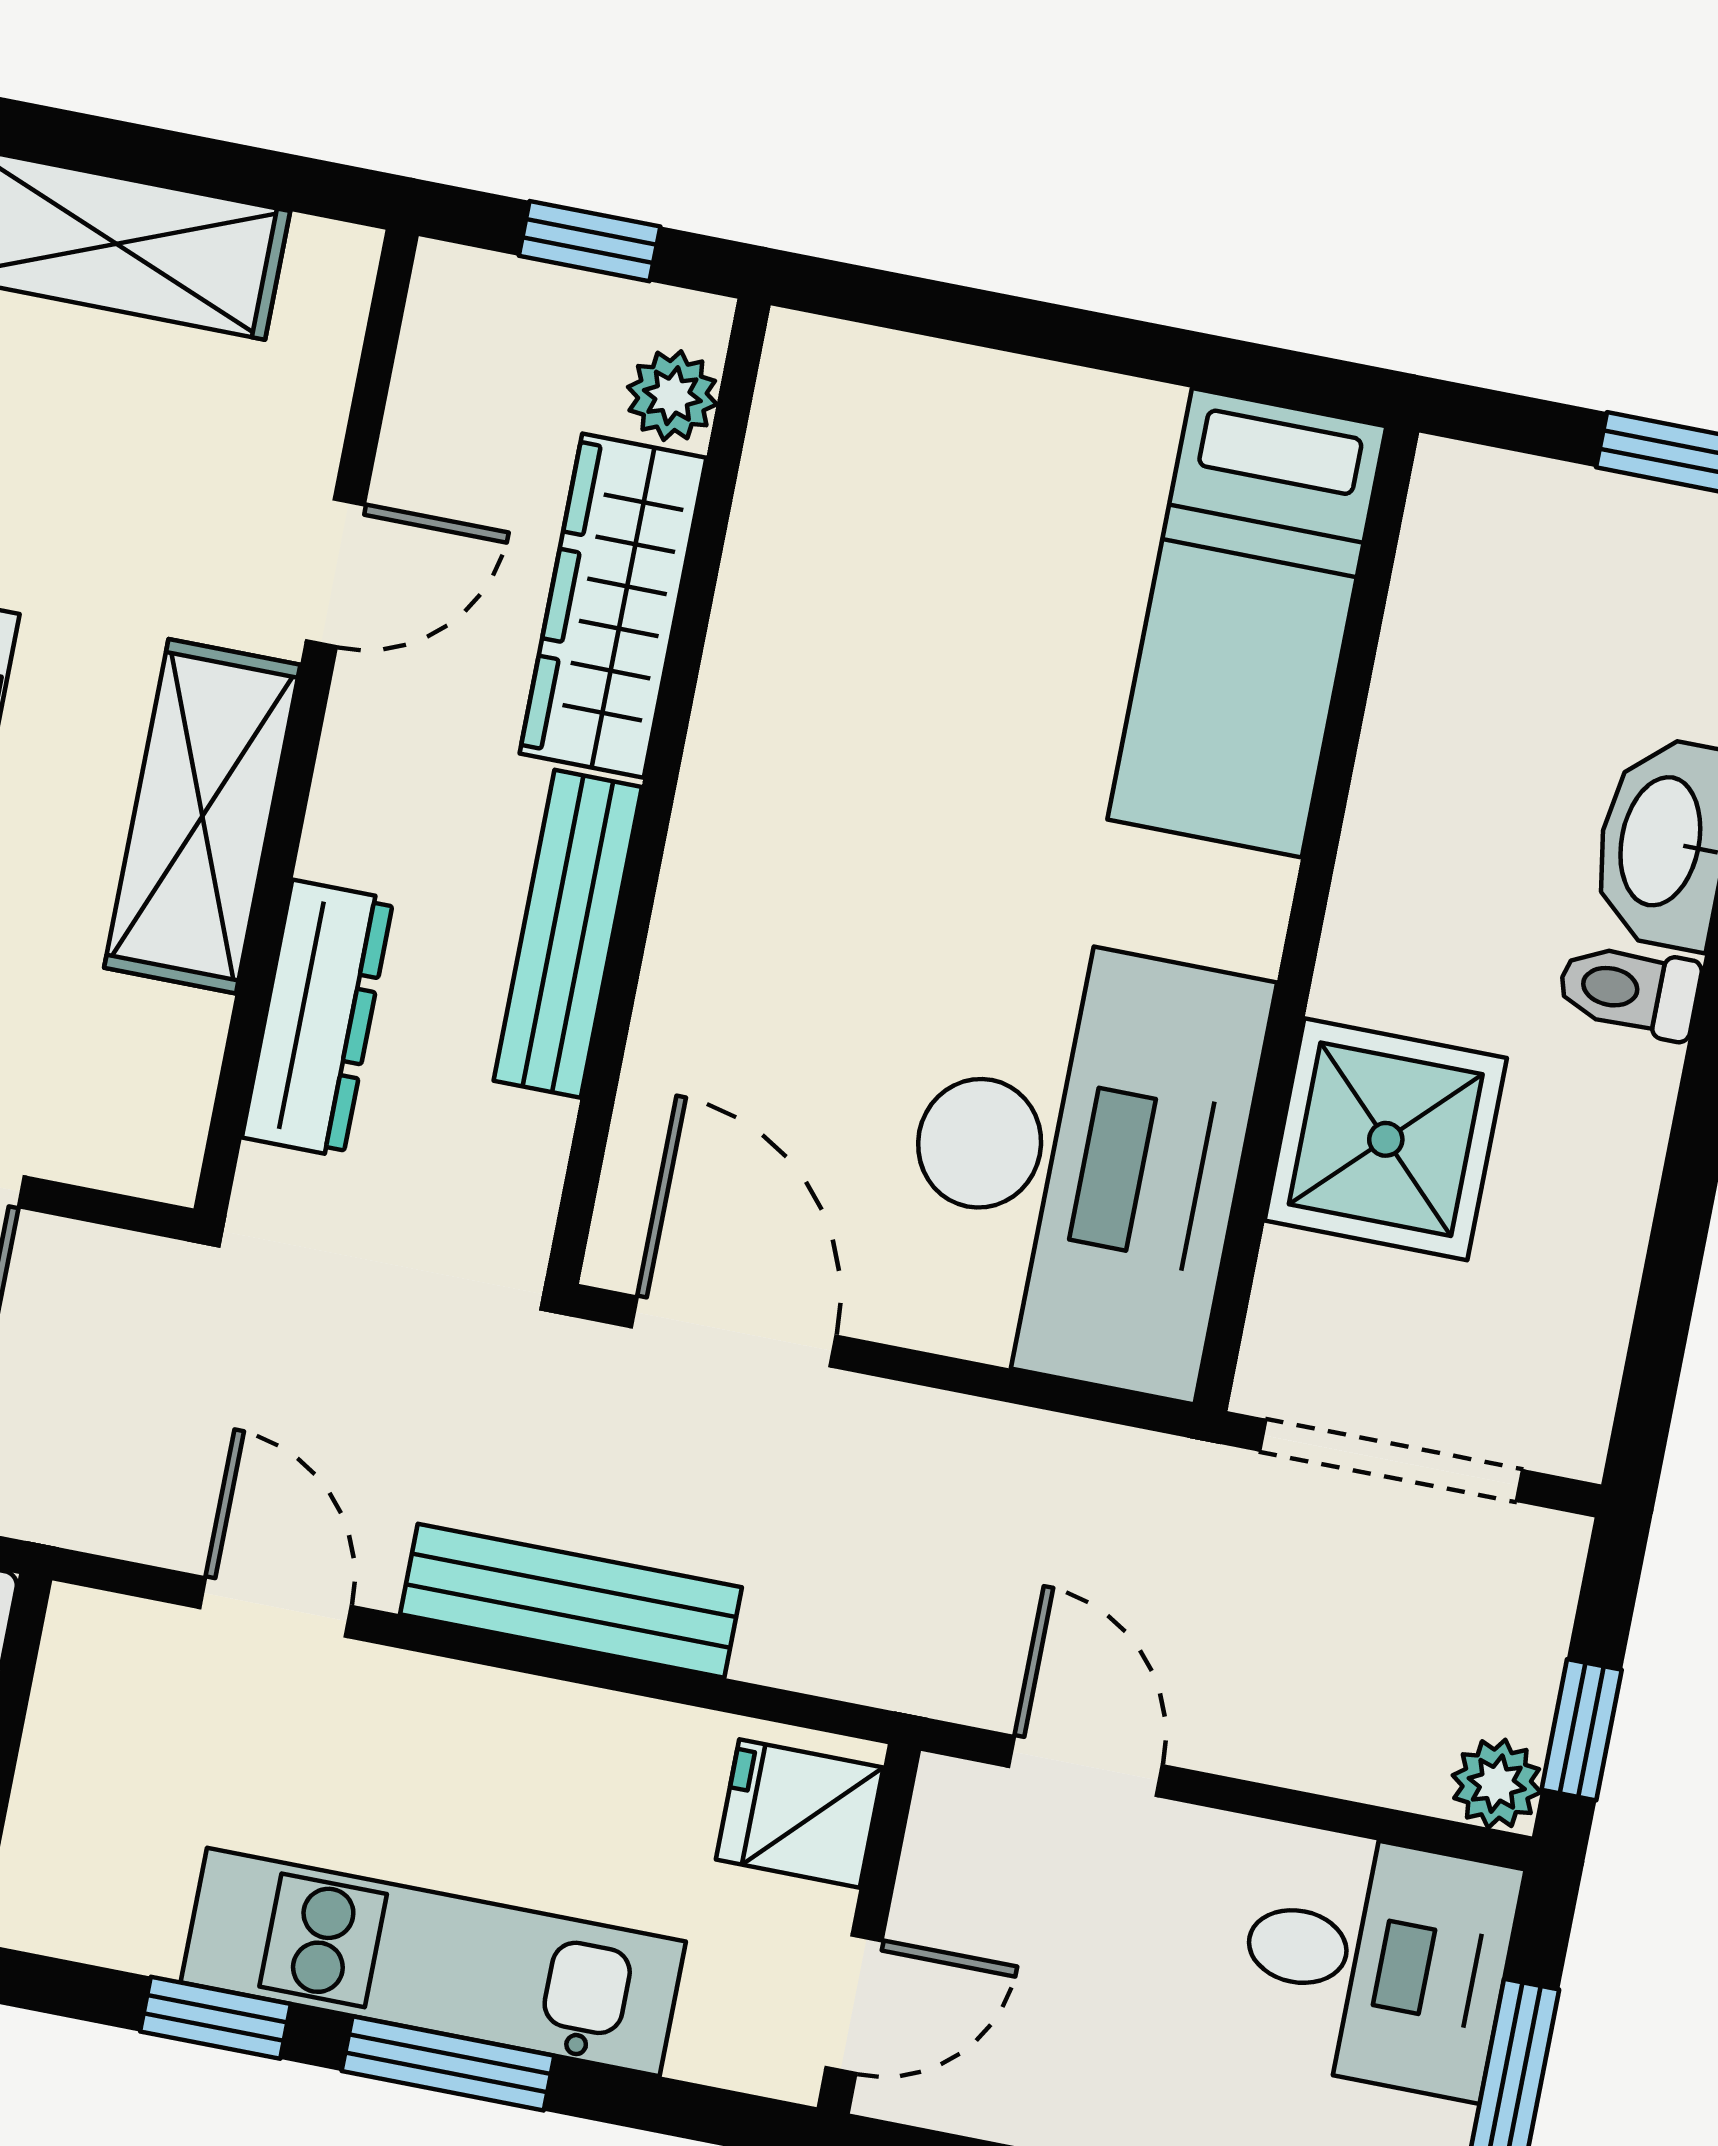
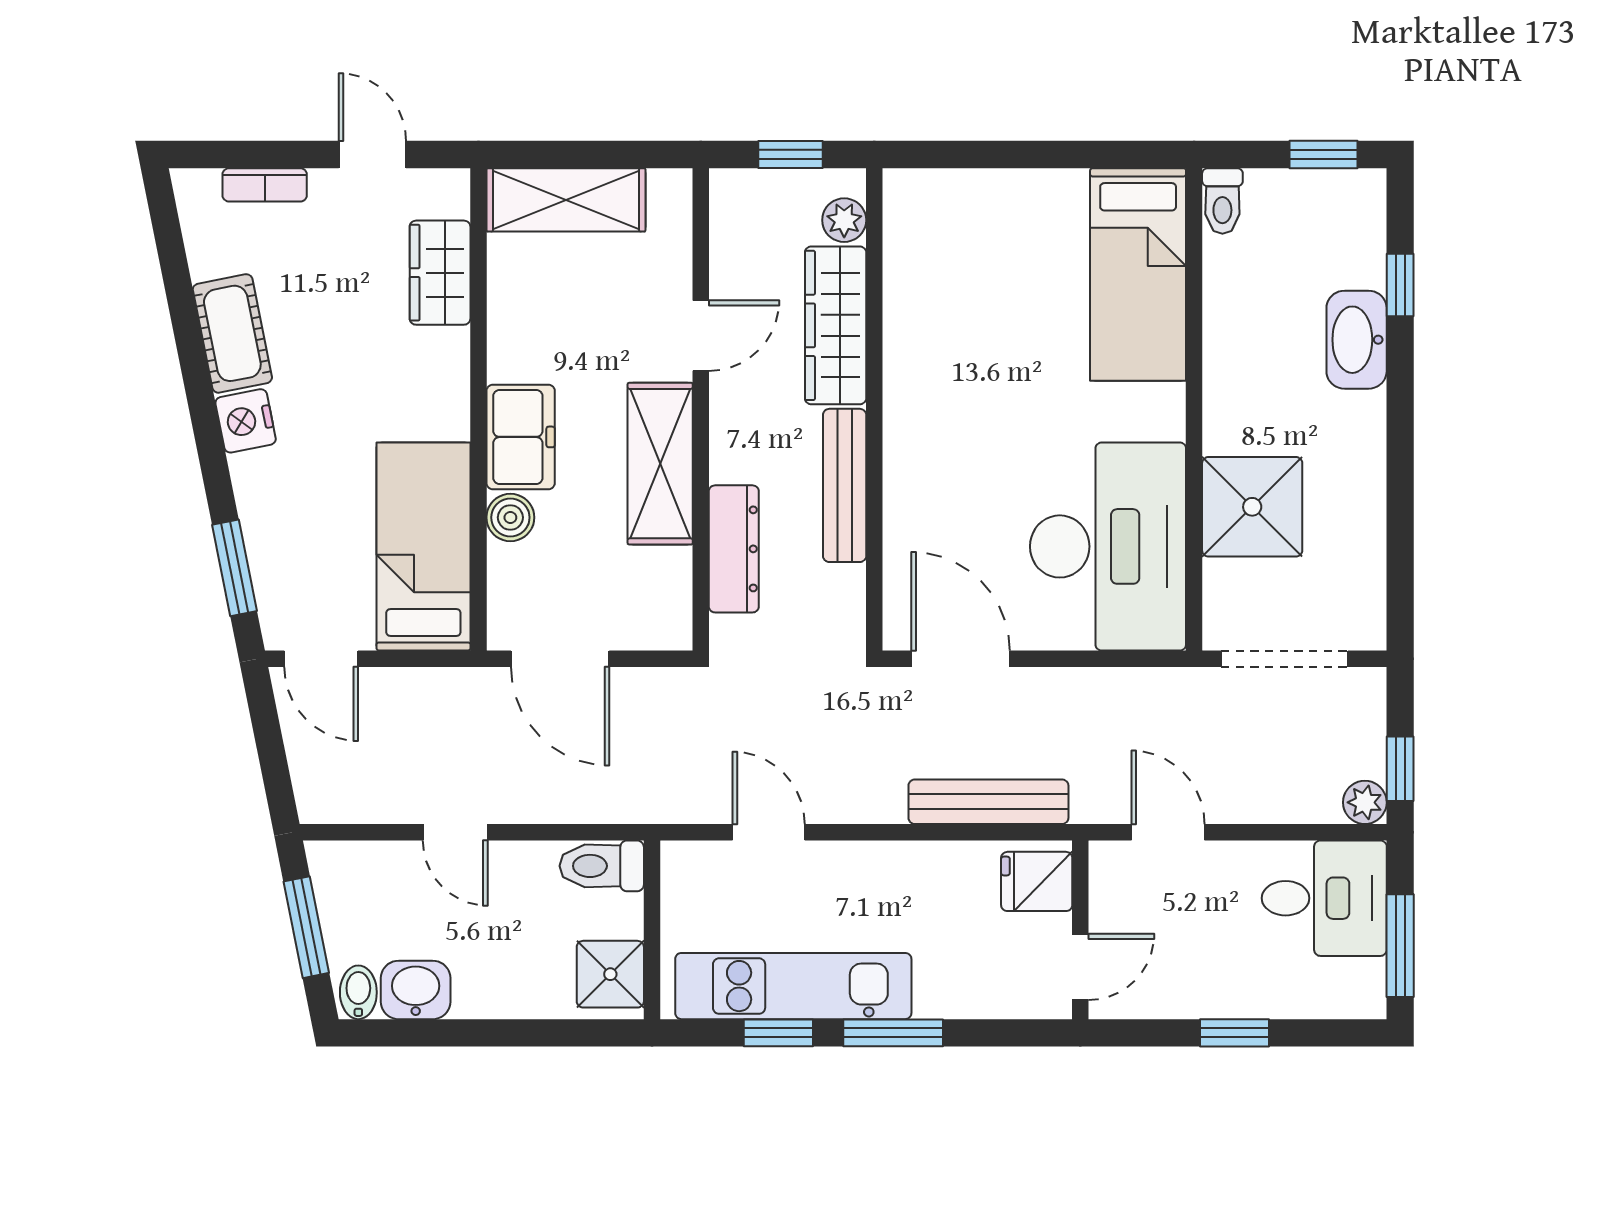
toilet: (1629, 990) -> (1222, 201), moved, turned -90
bench: (571, 1601) -> (988, 802), moved
kitchen unit: (433, 1962) -> (793, 986), moved

